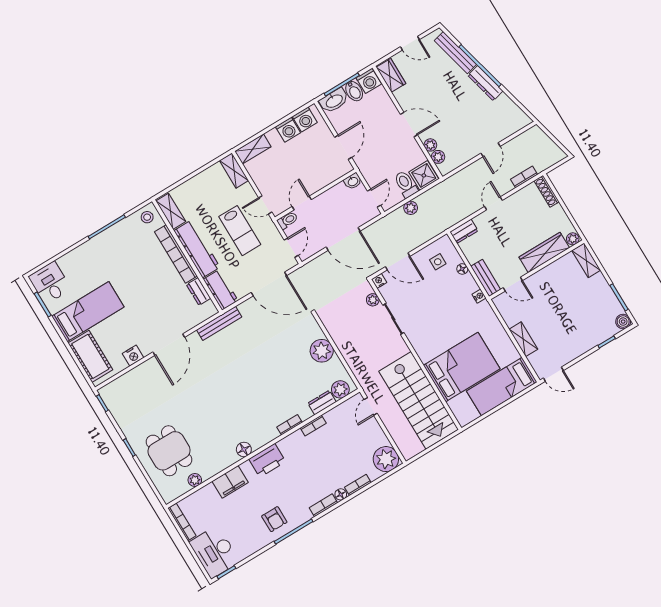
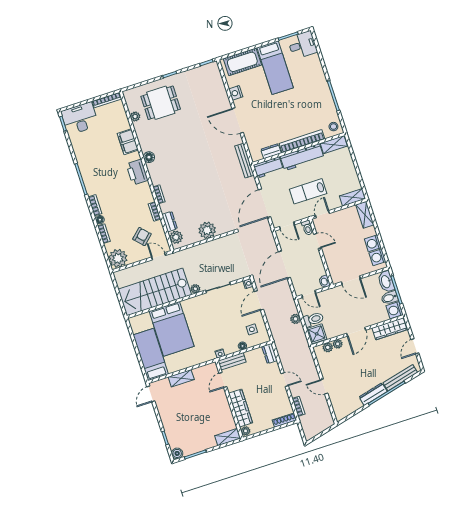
wardrobe: (391, 75) -> (389, 329), width x1.50
plant: (373, 300) -> (195, 289), moved
armchair: (274, 519) -> (142, 237), moved, turned 137

